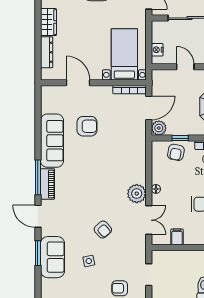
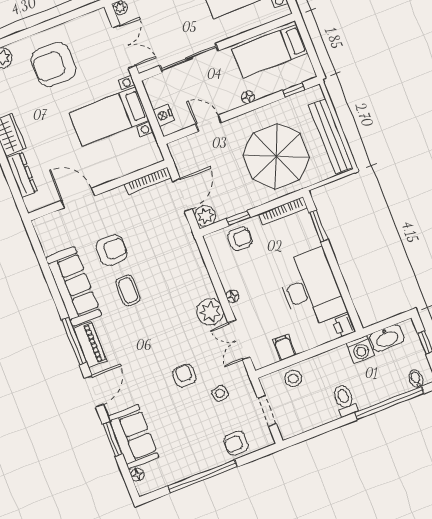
bed with nightstands: (124, 54) -> (109, 116), moved, turned -90
armchair: (176, 152) -> (240, 239), turned -101
coffee table: (87, 158) -> (128, 290), added
door: (38, 216) -> (94, 391), swing flipped
double door: (149, 220) -> (239, 340), swing flipped
armchair: (103, 230) -> (185, 376), turned -138
stool: (175, 260) -> (293, 378), added
side table: (89, 261) -> (220, 393), moved
floor lamp: (45, 284) -> (137, 475), added

